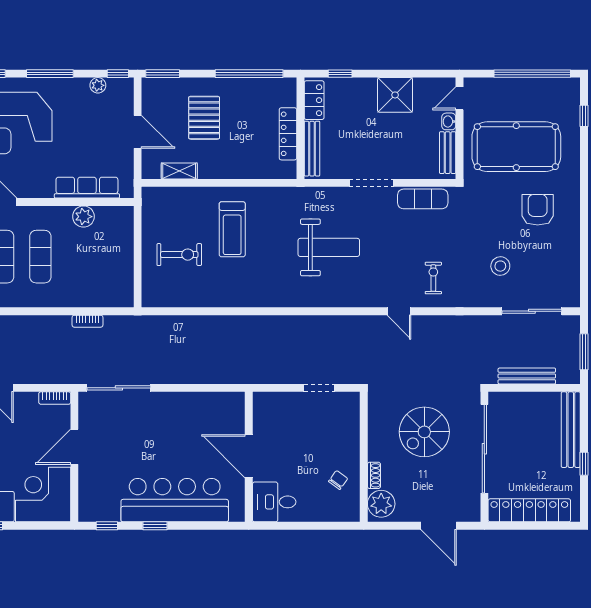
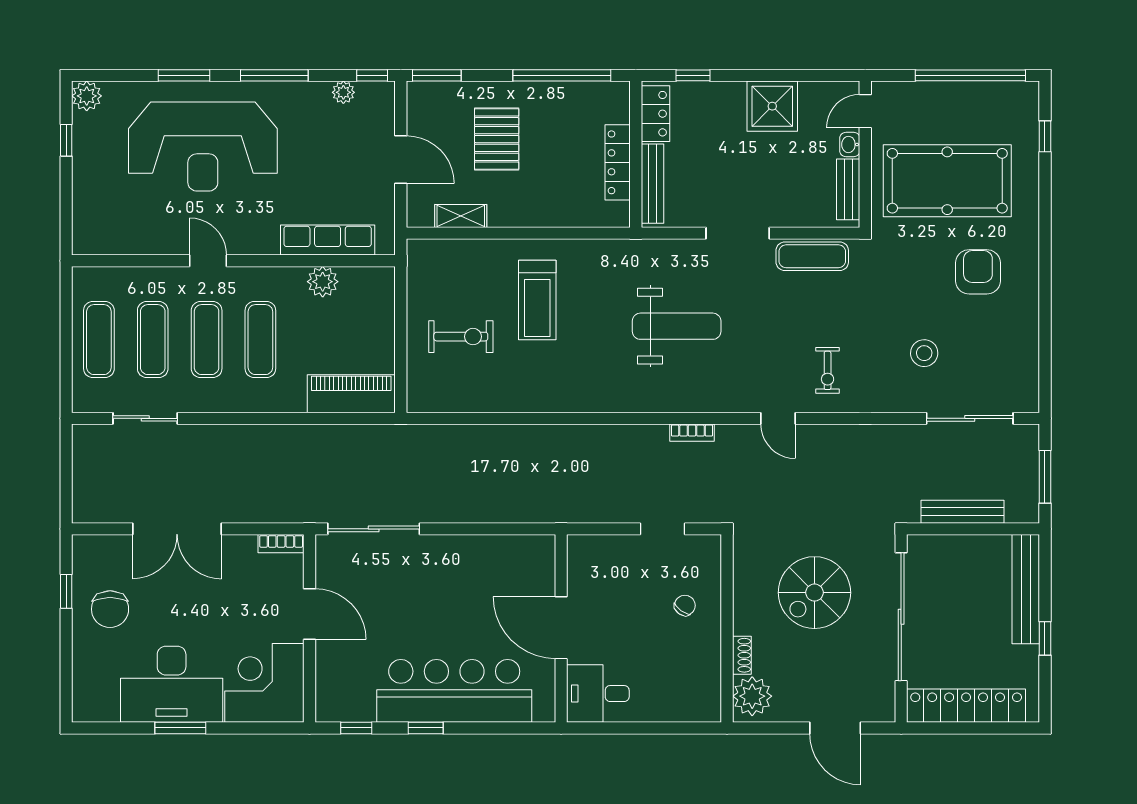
exercise bike: (433, 278) -> (828, 370), turned 180
piano: (103, 294) -> (351, 394), added
bookcase: (88, 321) -> (692, 433), moved
door: (74, 447) -> (310, 614), swing flipped
chair: (338, 480) -> (685, 605), moved

